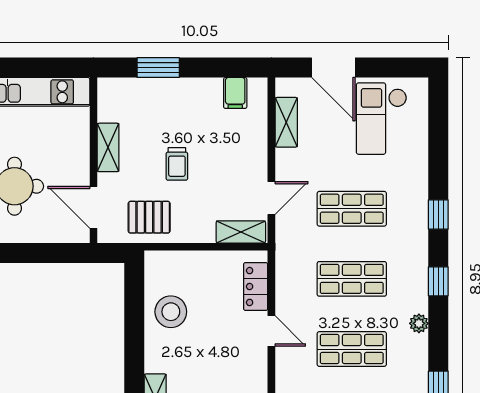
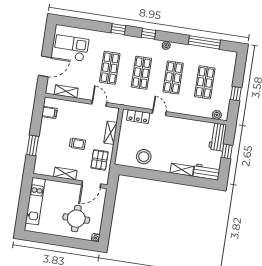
checkout: (382, 119) -> (71, 48), turned 180
shelving: (241, 232) -> (111, 133), moved
door: (271, 331) -> (159, 113), hinge flipped

